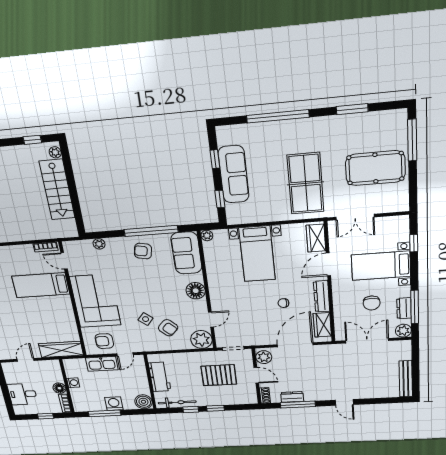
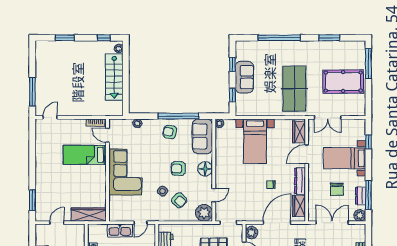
sofa: (234, 174) -> (244, 77), width x0.73
armchair: (104, 341) -> (178, 169), moved

